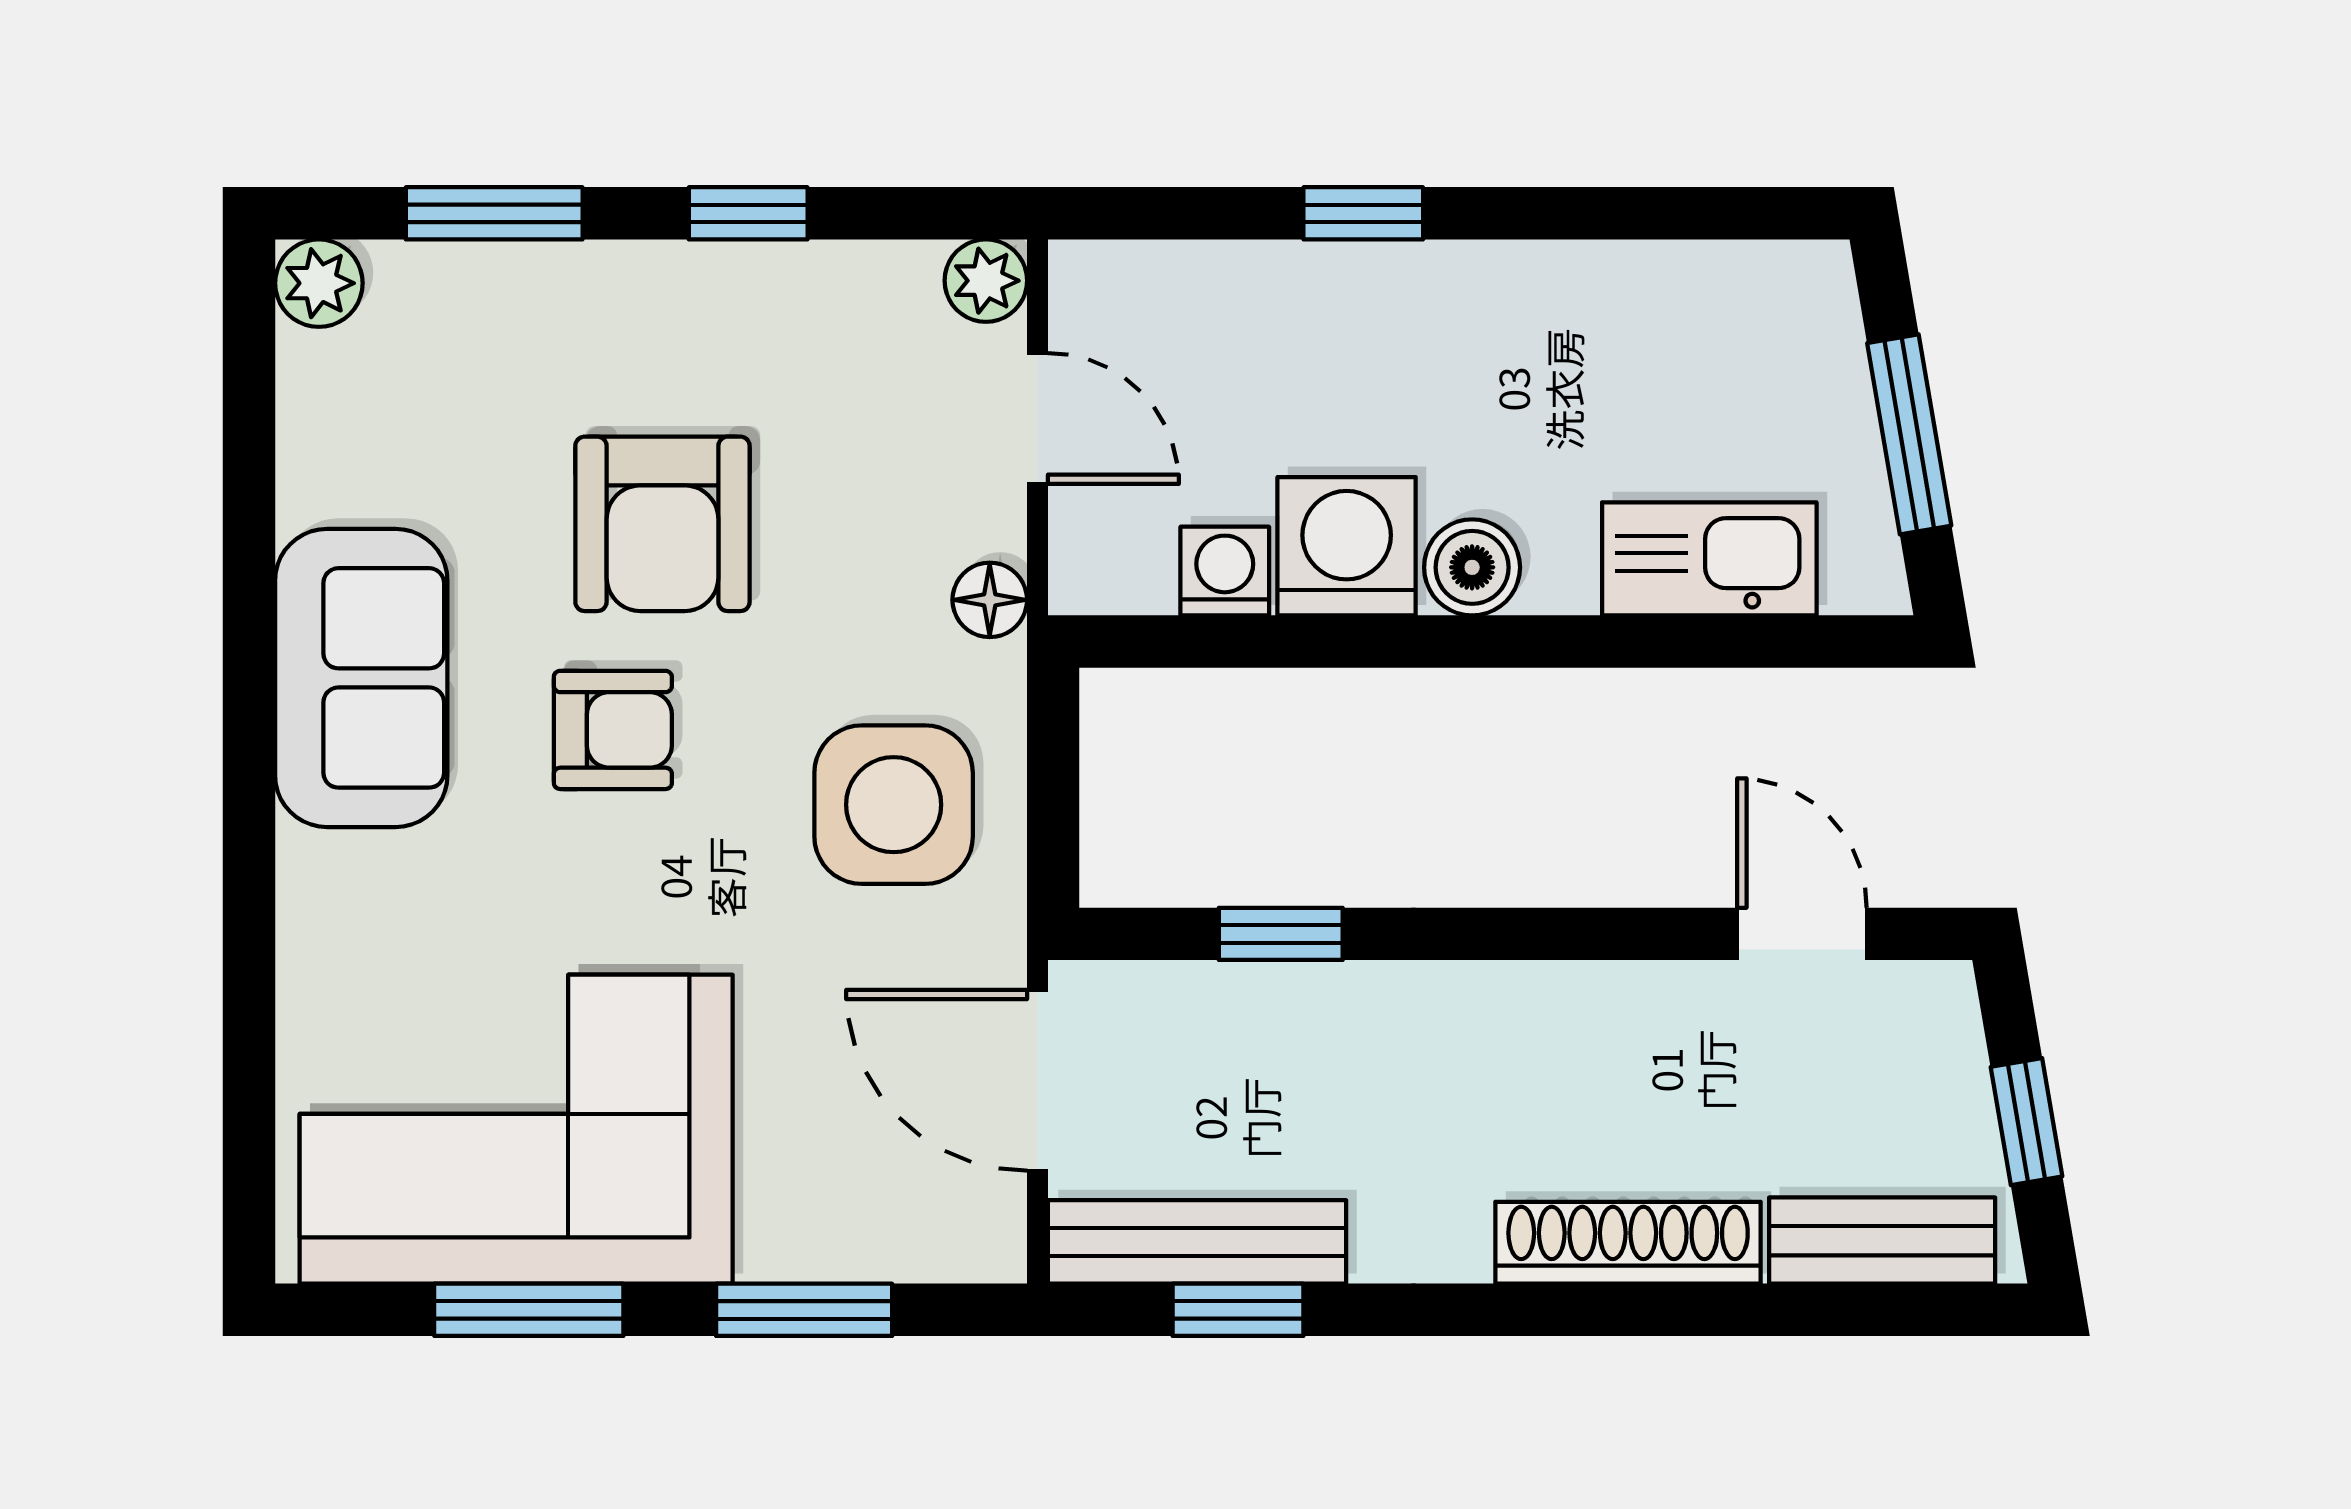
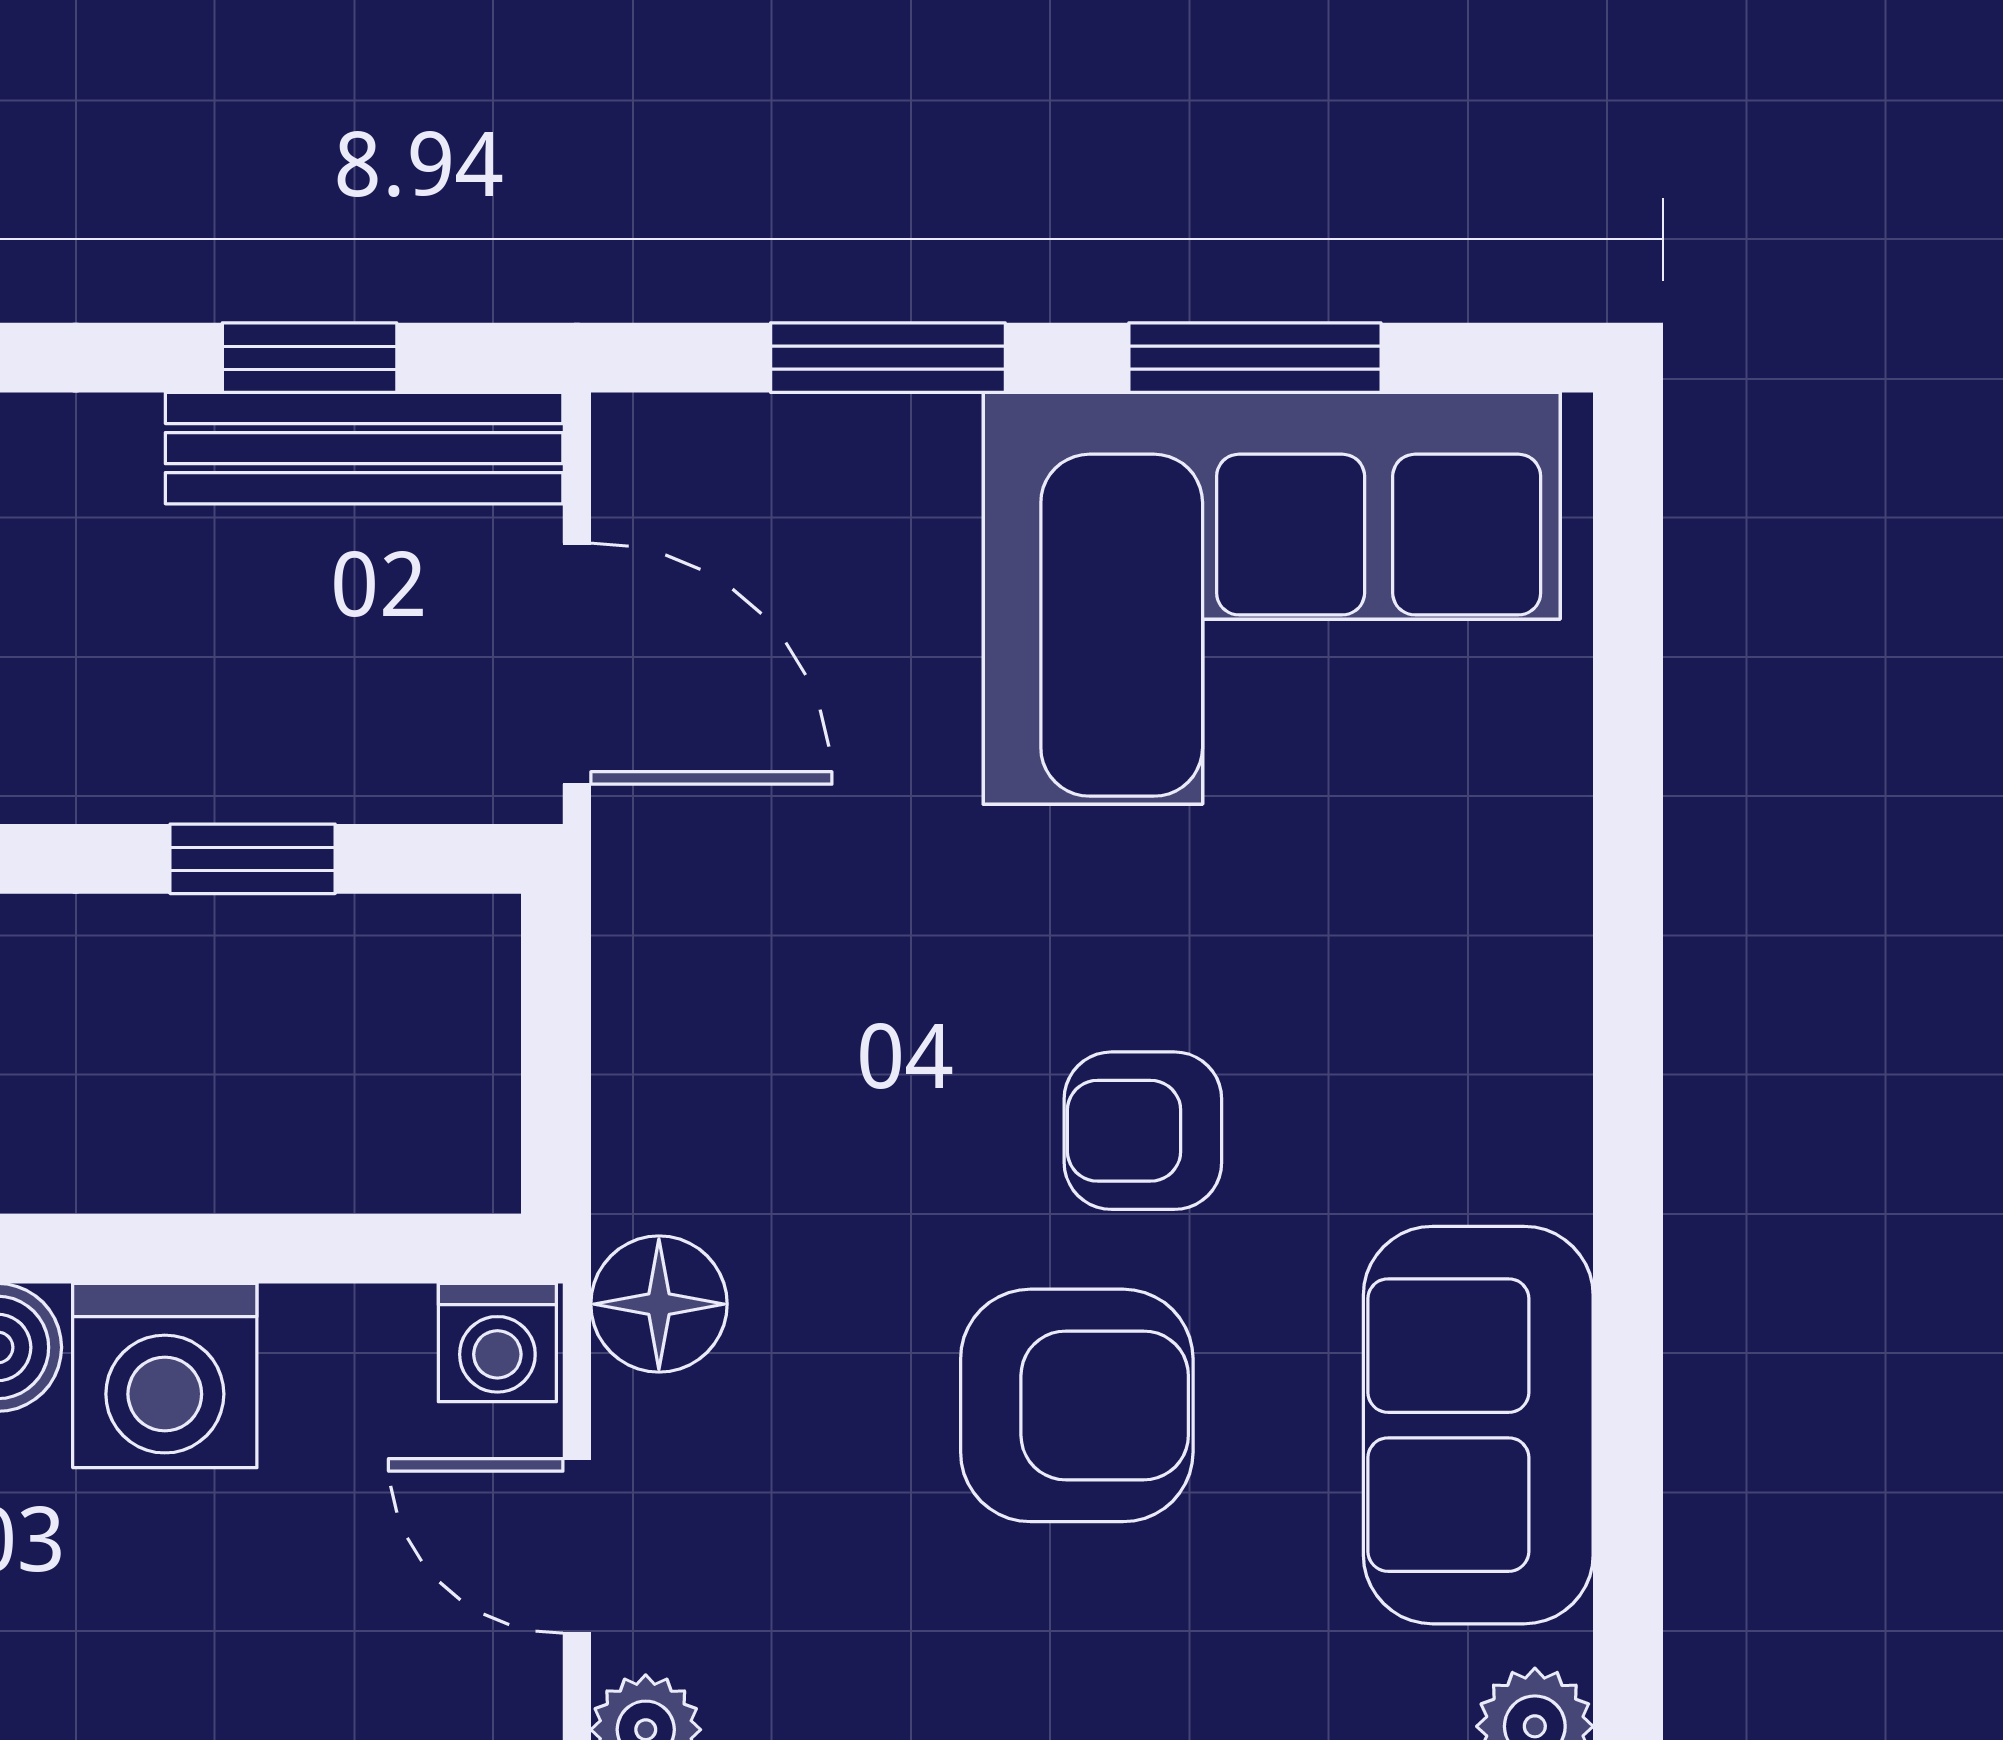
armchair: (662, 524) -> (1077, 1405), turned 90
washing machine: (1225, 571) -> (497, 1343), moved
floor lamp: (990, 600) -> (659, 1304), width x1.37, depth x1.37
sofa: (361, 678) -> (1478, 1425), moved
side table: (894, 805) -> (769, 1031), removed

